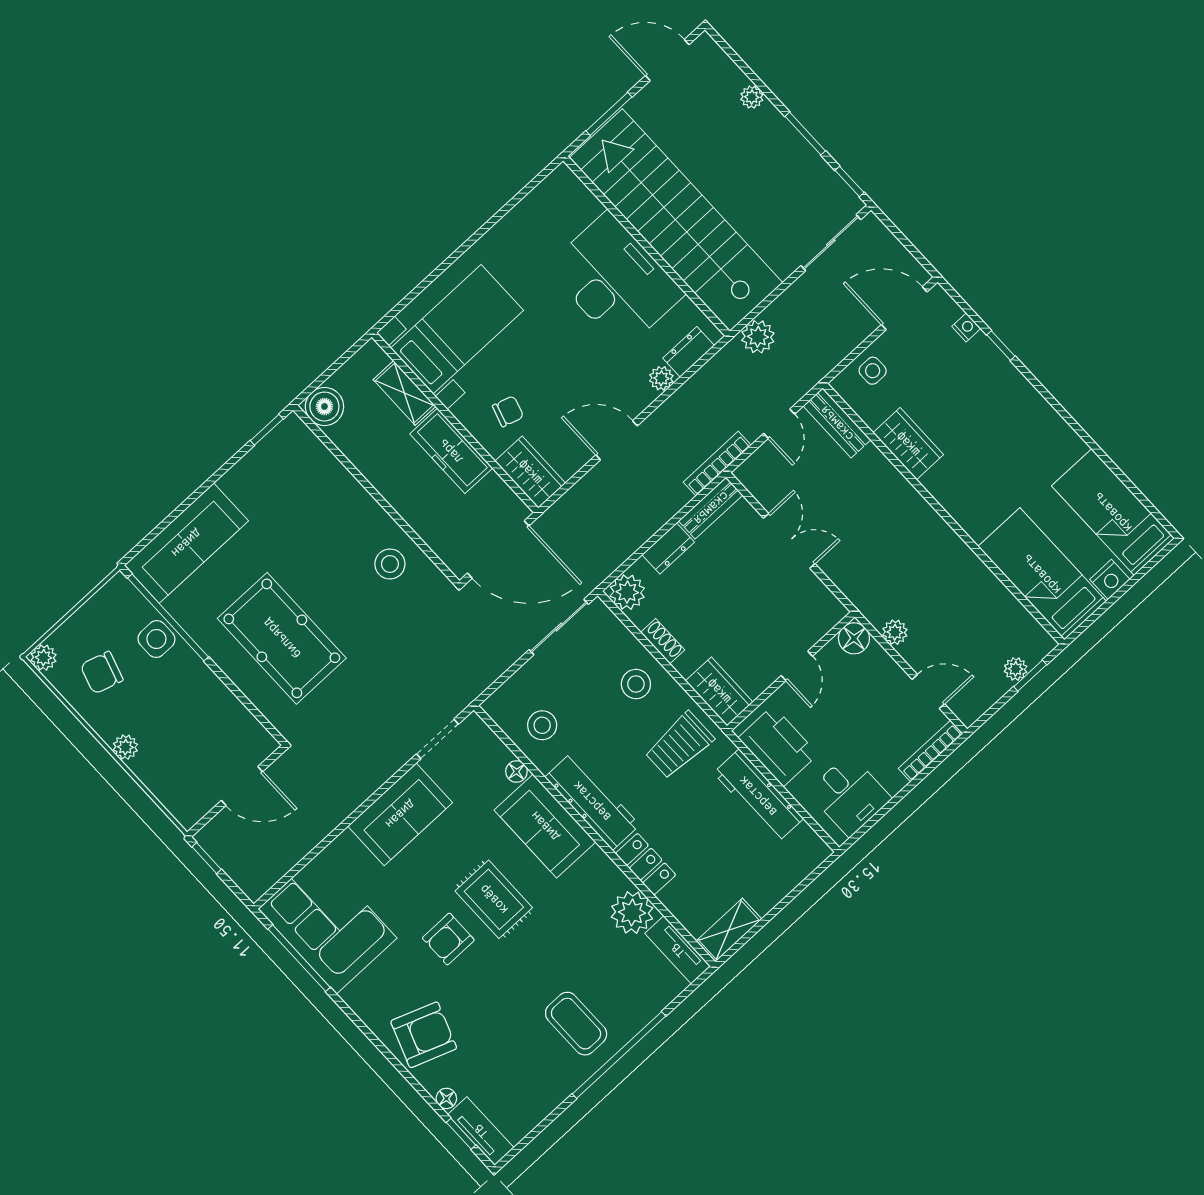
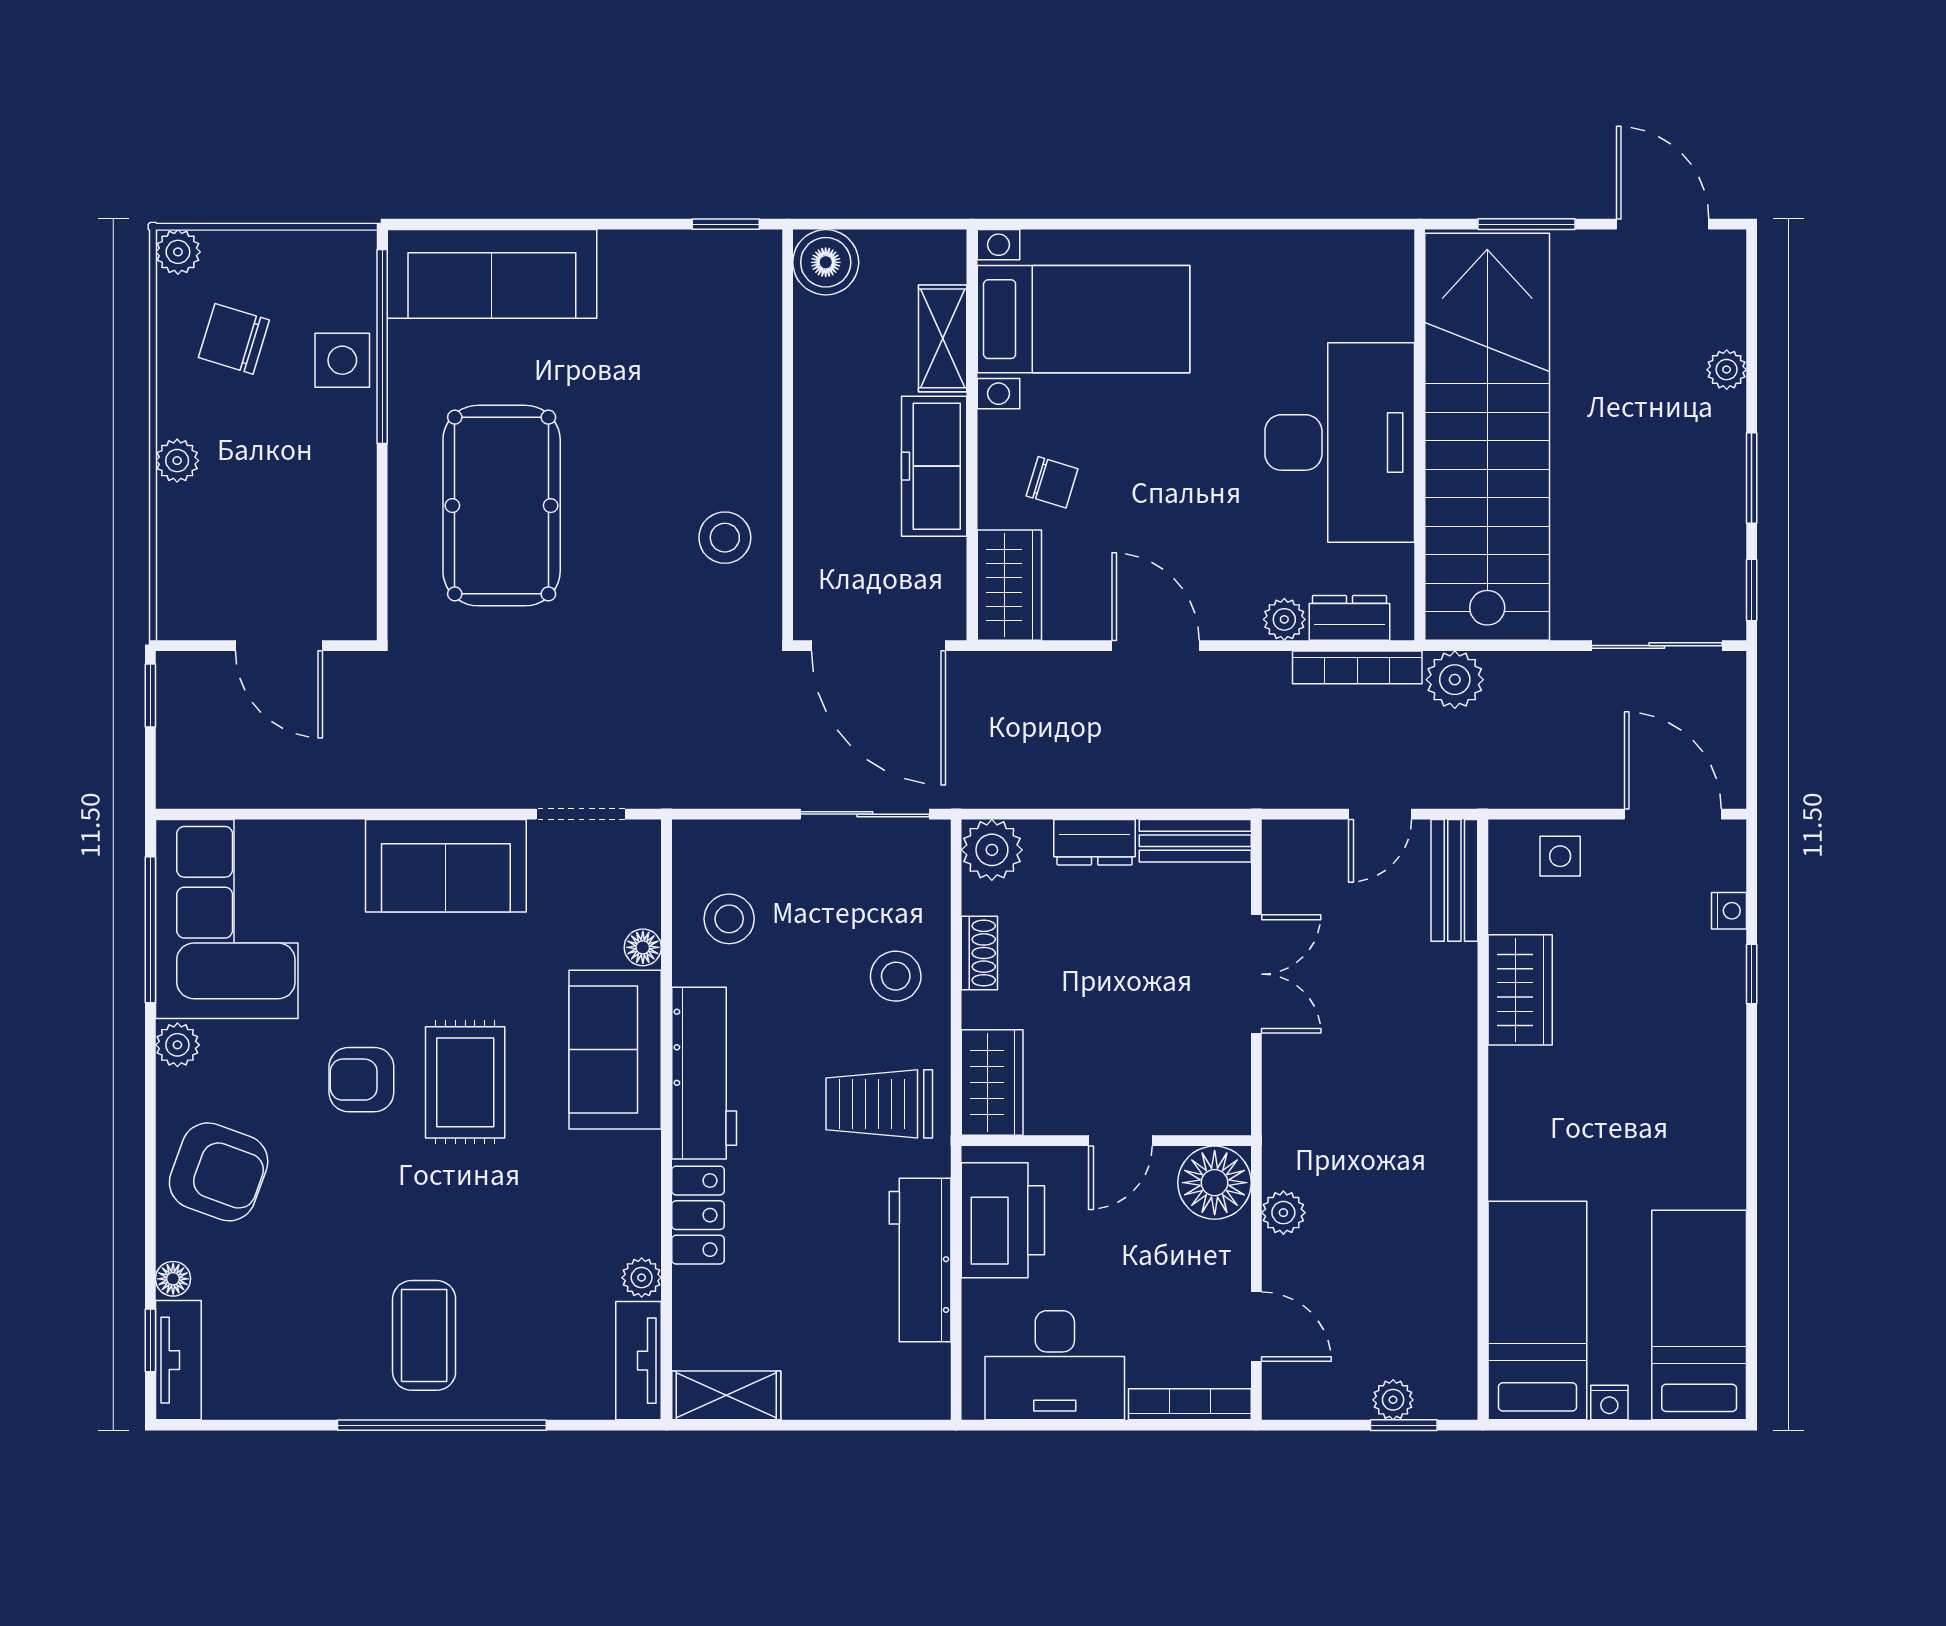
bookcase: (717, 464) -> (1357, 667), moved, turned 180
nightstand: (1110, 579) -> (1609, 1402), width x0.72, depth x0.74
floor lamp: (854, 638) -> (1215, 1183), width x1.38, depth x1.38
desk: (849, 795) -> (1055, 1365), width x1.37
plant: (632, 913) -> (642, 1278), width x0.53, depth x0.53
plant: (356, 997) -> (177, 1045), added

